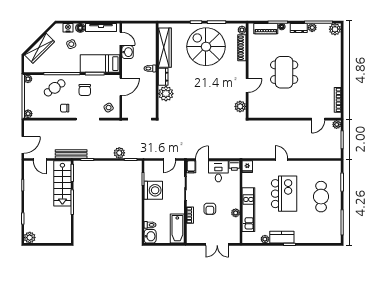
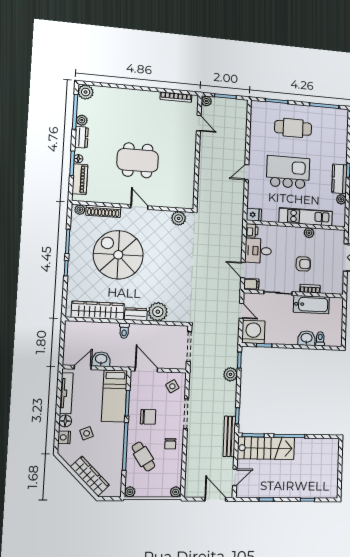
spiral stairs: (206, 47) -> (118, 255), moved, turned 90
door: (247, 85) -> (139, 207), moved
washing machine: (153, 190) -> (253, 332), moved
bathtub: (177, 229) -> (311, 305), moved
washbasin: (150, 236) -> (307, 338), moved
plant: (30, 238) -> (331, 491), removed

